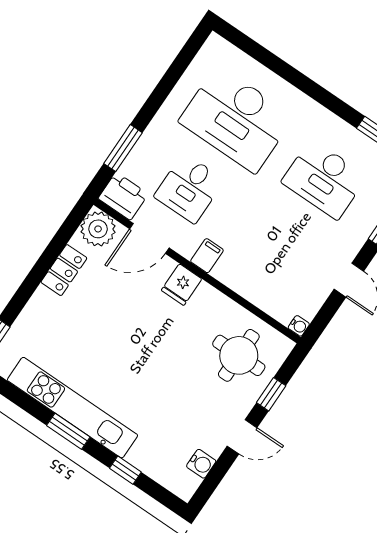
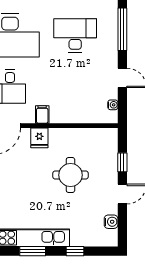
desk: (324, 179) -> (75, 35), turned 180
water cooler: (299, 326) -> (113, 105), moved
round table: (239, 355) -> (70, 175), moved

